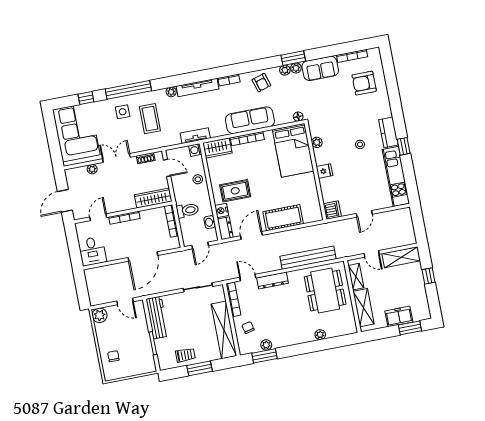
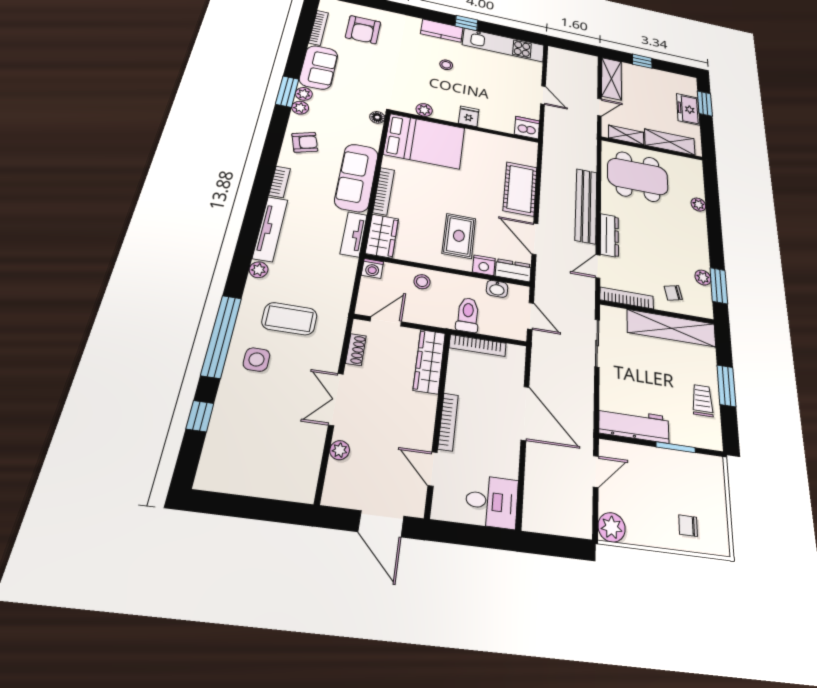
corner sofa: (76, 132) -> (257, 457), removed
tv unit: (195, 136) -> (354, 234), moved
bench: (308, 258) -> (586, 206), moved

